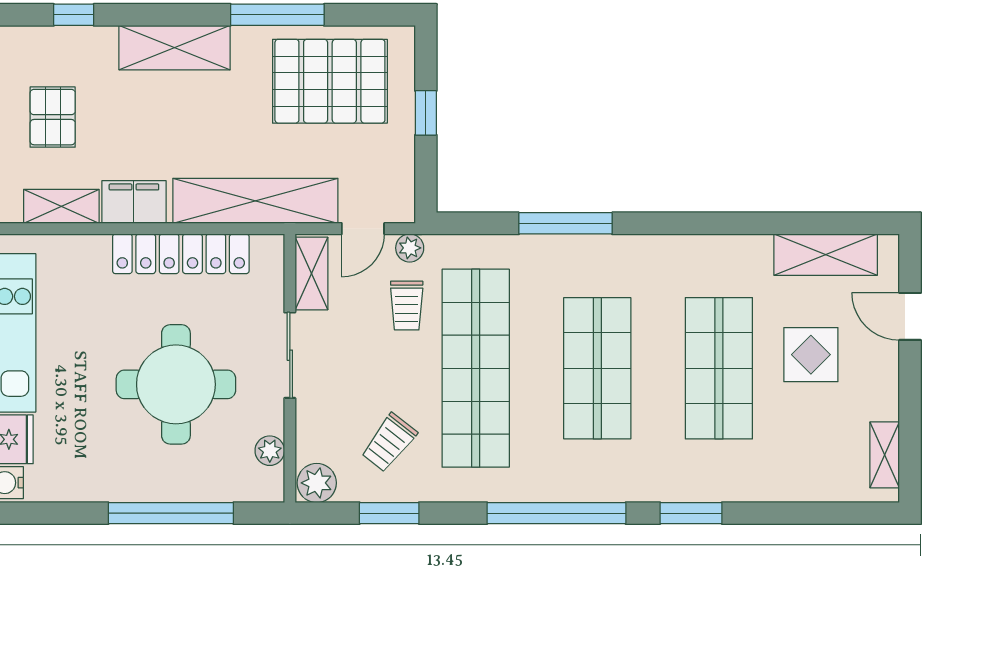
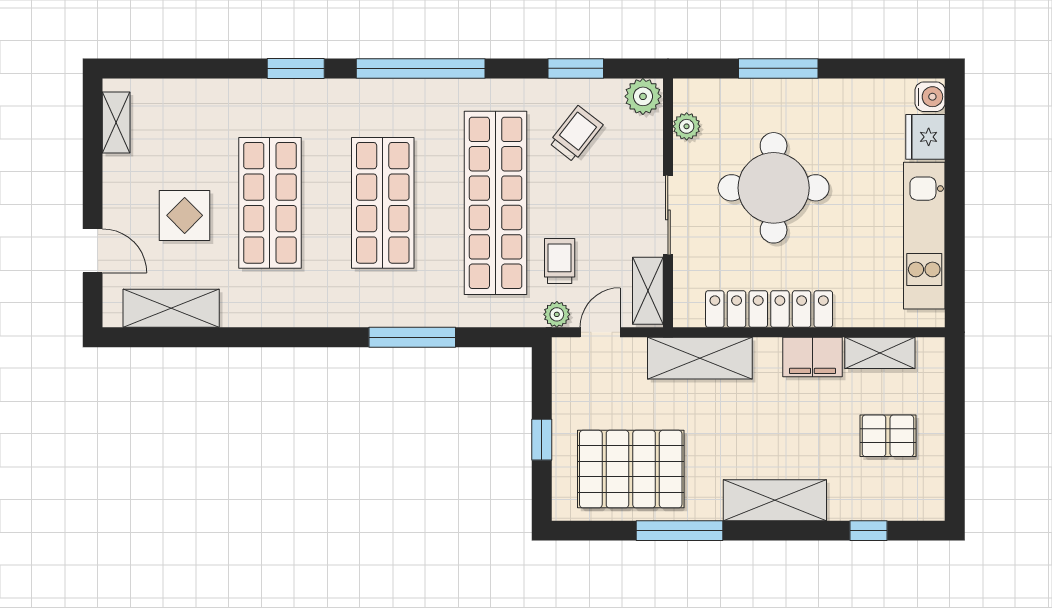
pallet: (53, 117) -> (888, 436), turned 90
shelving: (255, 201) -> (700, 358), width x0.68
window: (171, 513) -> (778, 68), width x0.68

